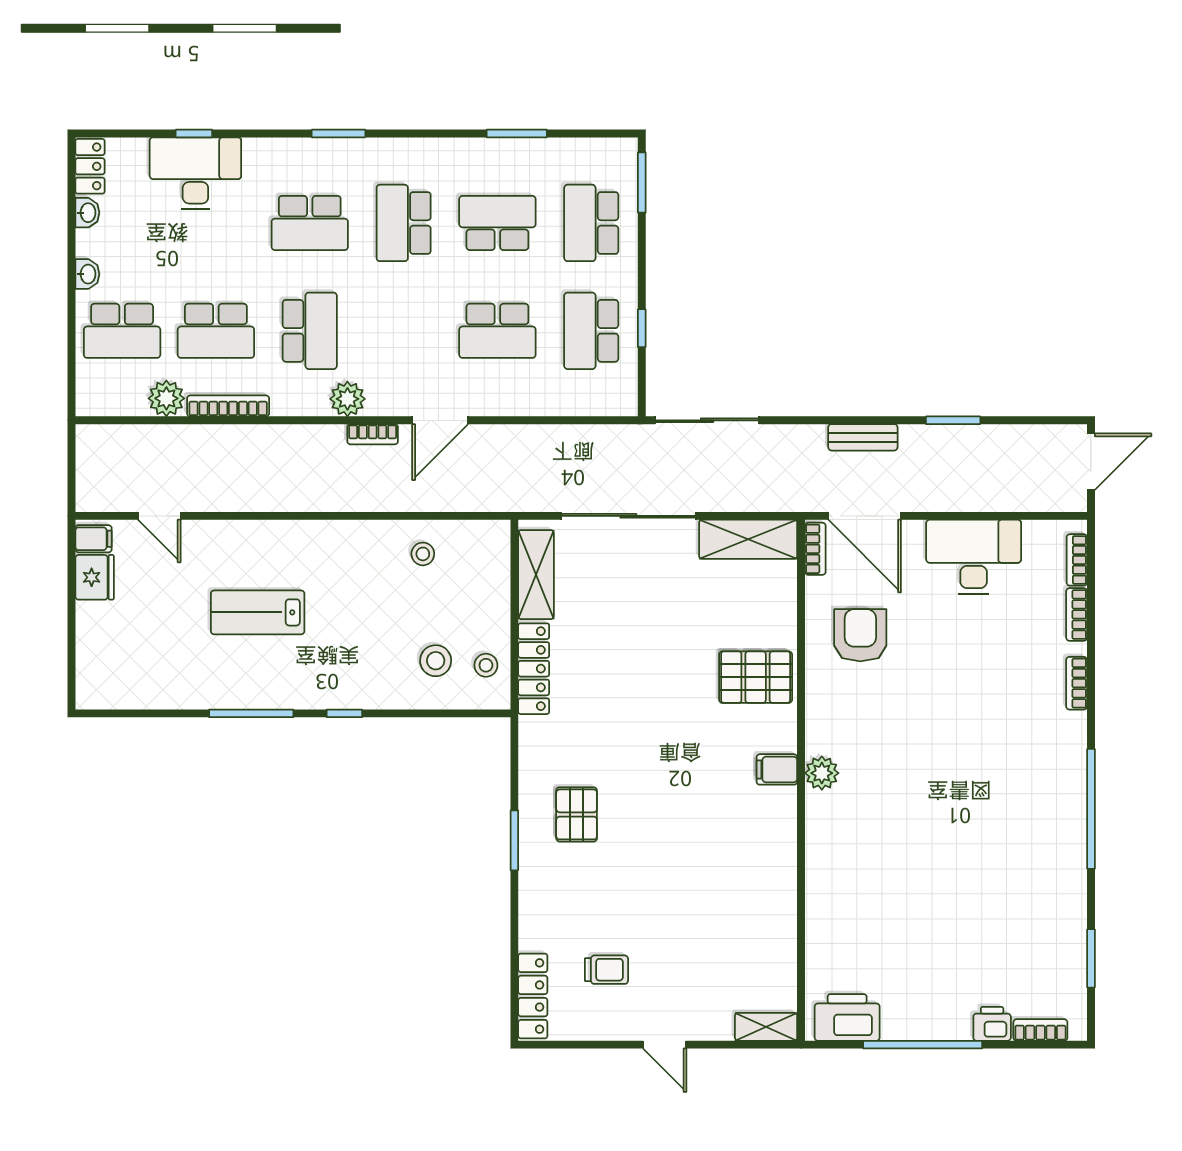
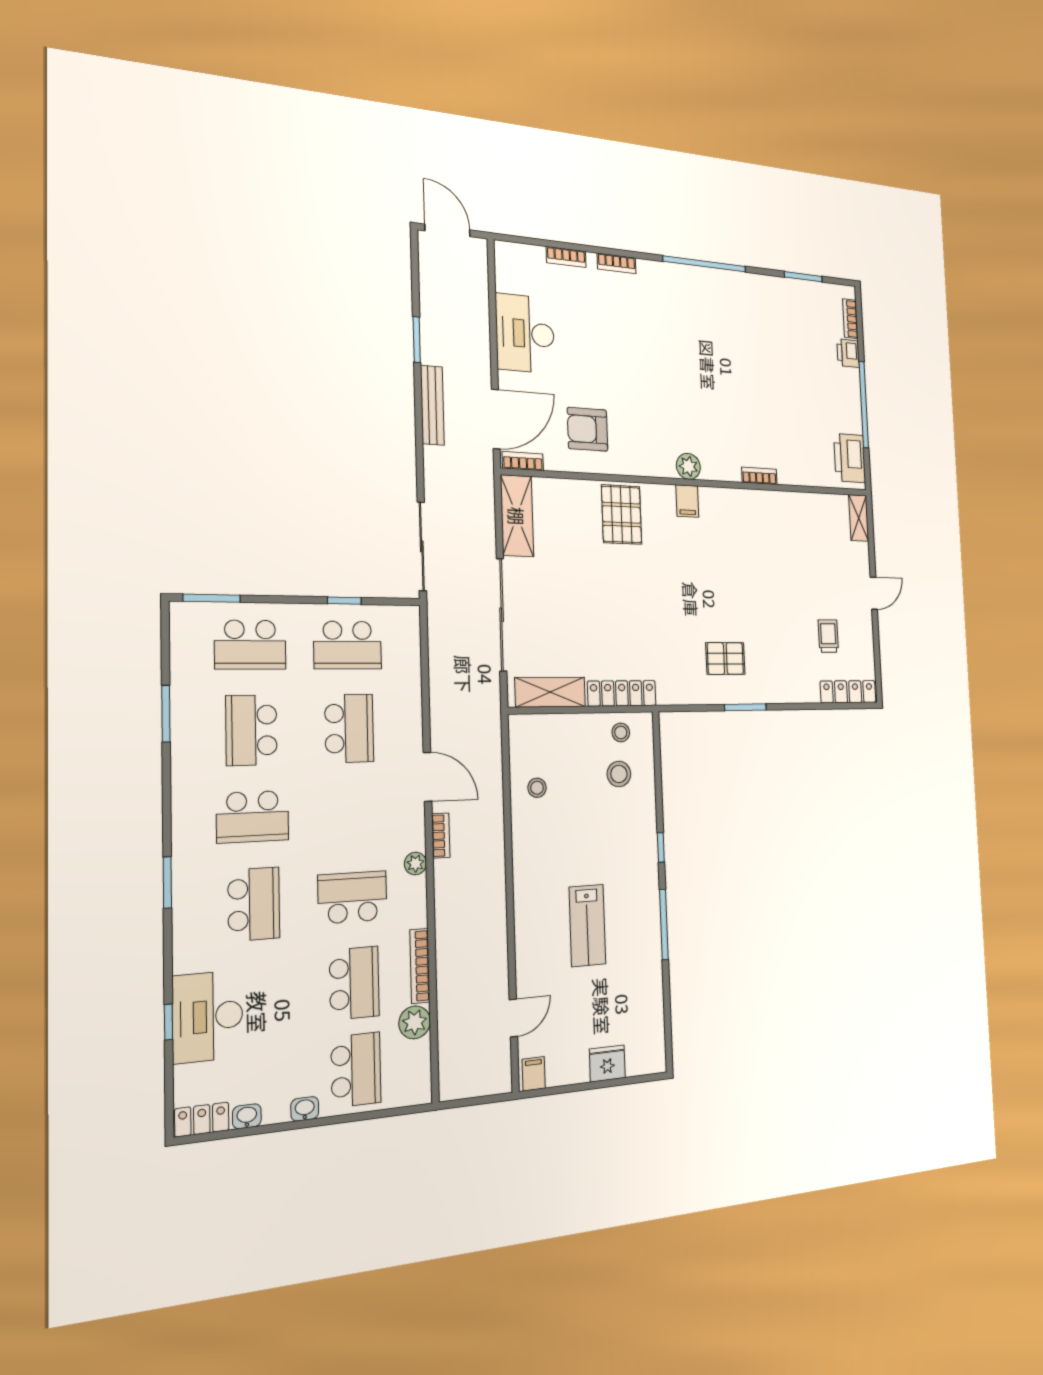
plant: (347, 399) -> (415, 864), width x0.73, depth x0.73
bench: (863, 437) -> (432, 405), width x1.36
bookcase: (1077, 560) -> (759, 476), moved, turned 180
fridge: (95, 577) -> (607, 1063), moved

